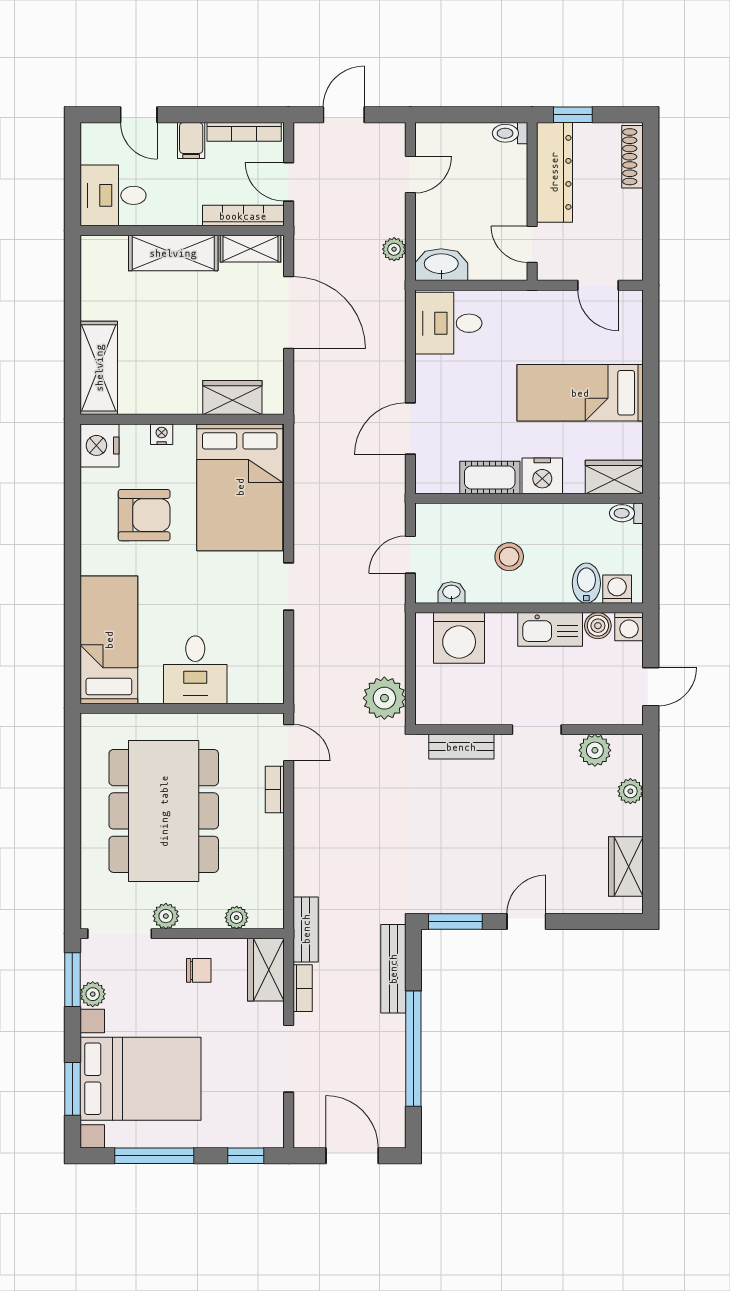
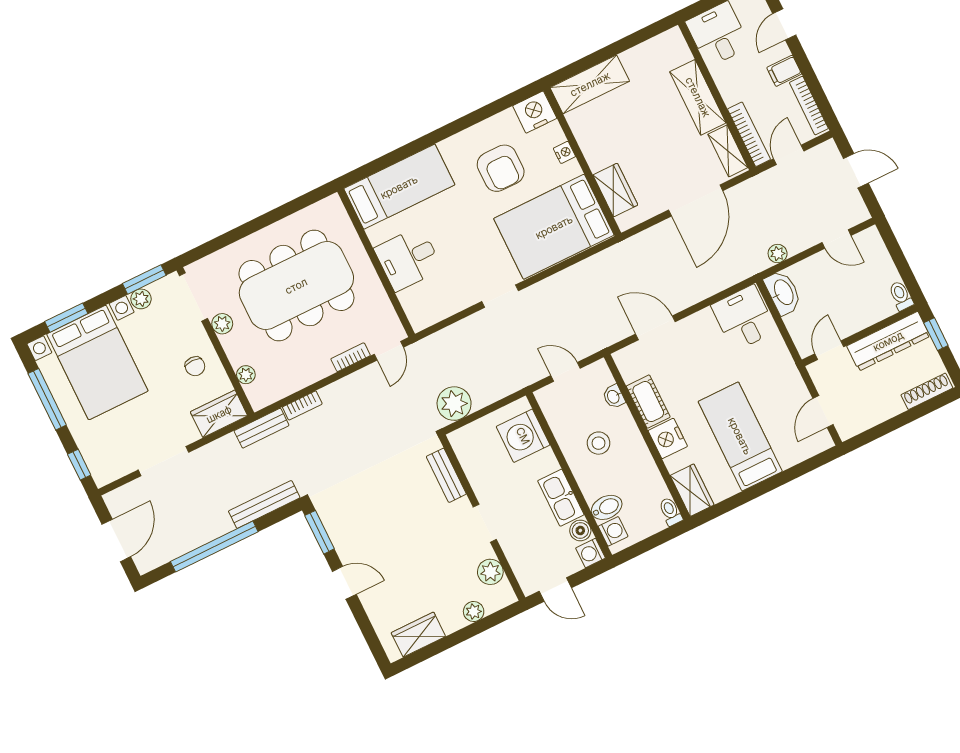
washbasin: (451, 593) -> (614, 397), moved, turned 180
bookcase: (303, 988) -> (302, 405), moved

